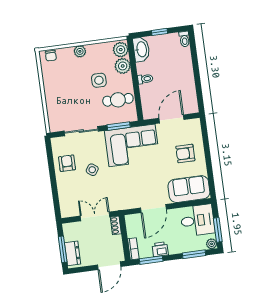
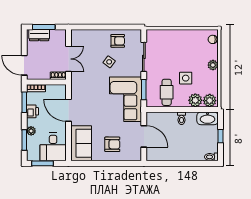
armchair: (185, 153) -> (112, 144), turned 90
plant: (212, 244) -> (31, 131), moved

